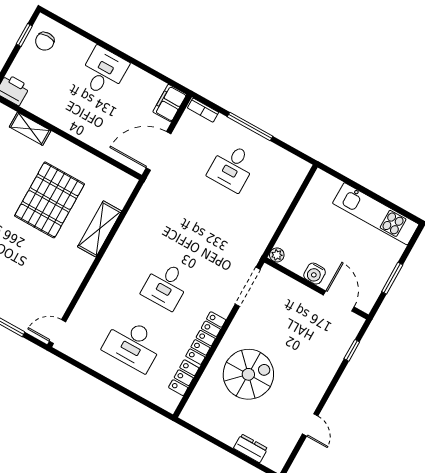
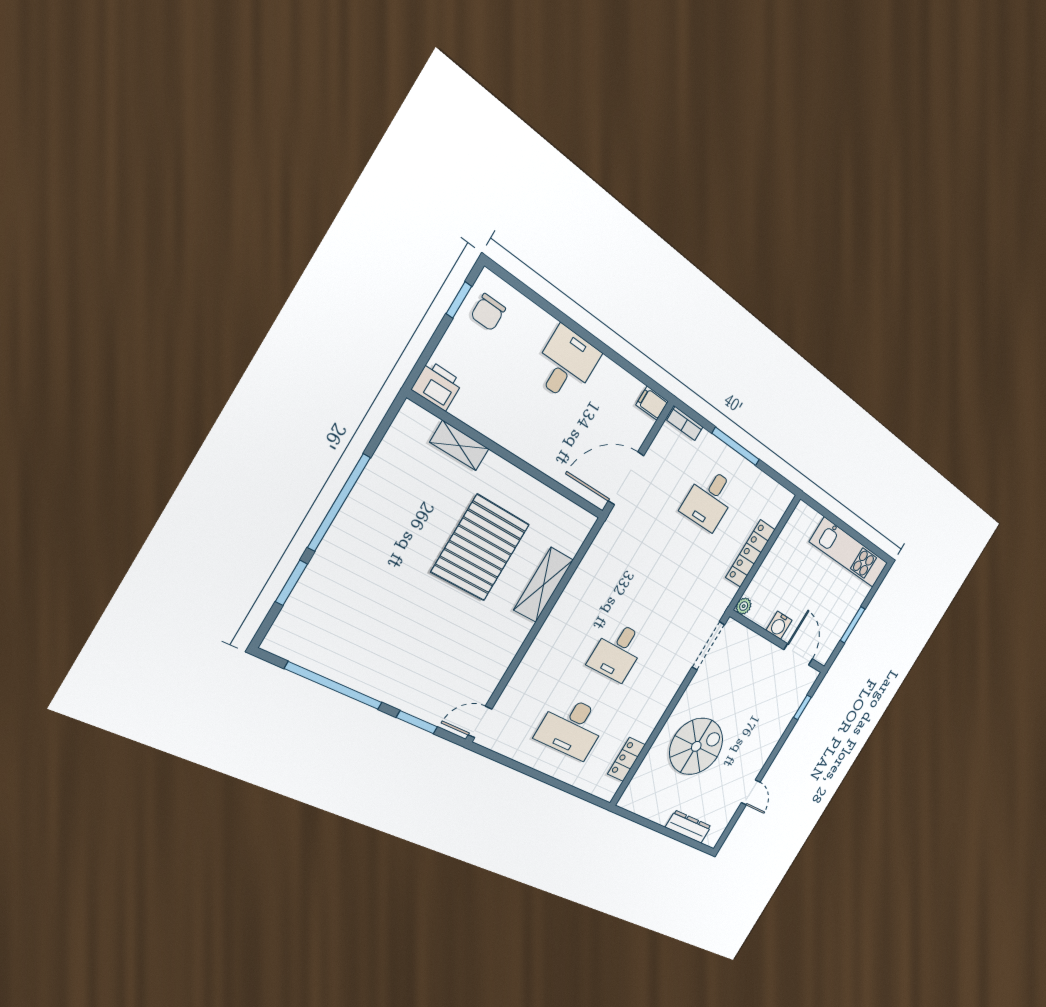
filing cabinet: (170, 103) -> (652, 403), width x0.50
locker: (206, 338) -> (750, 554), moved
dresser: (251, 448) -> (688, 827), width x1.44

